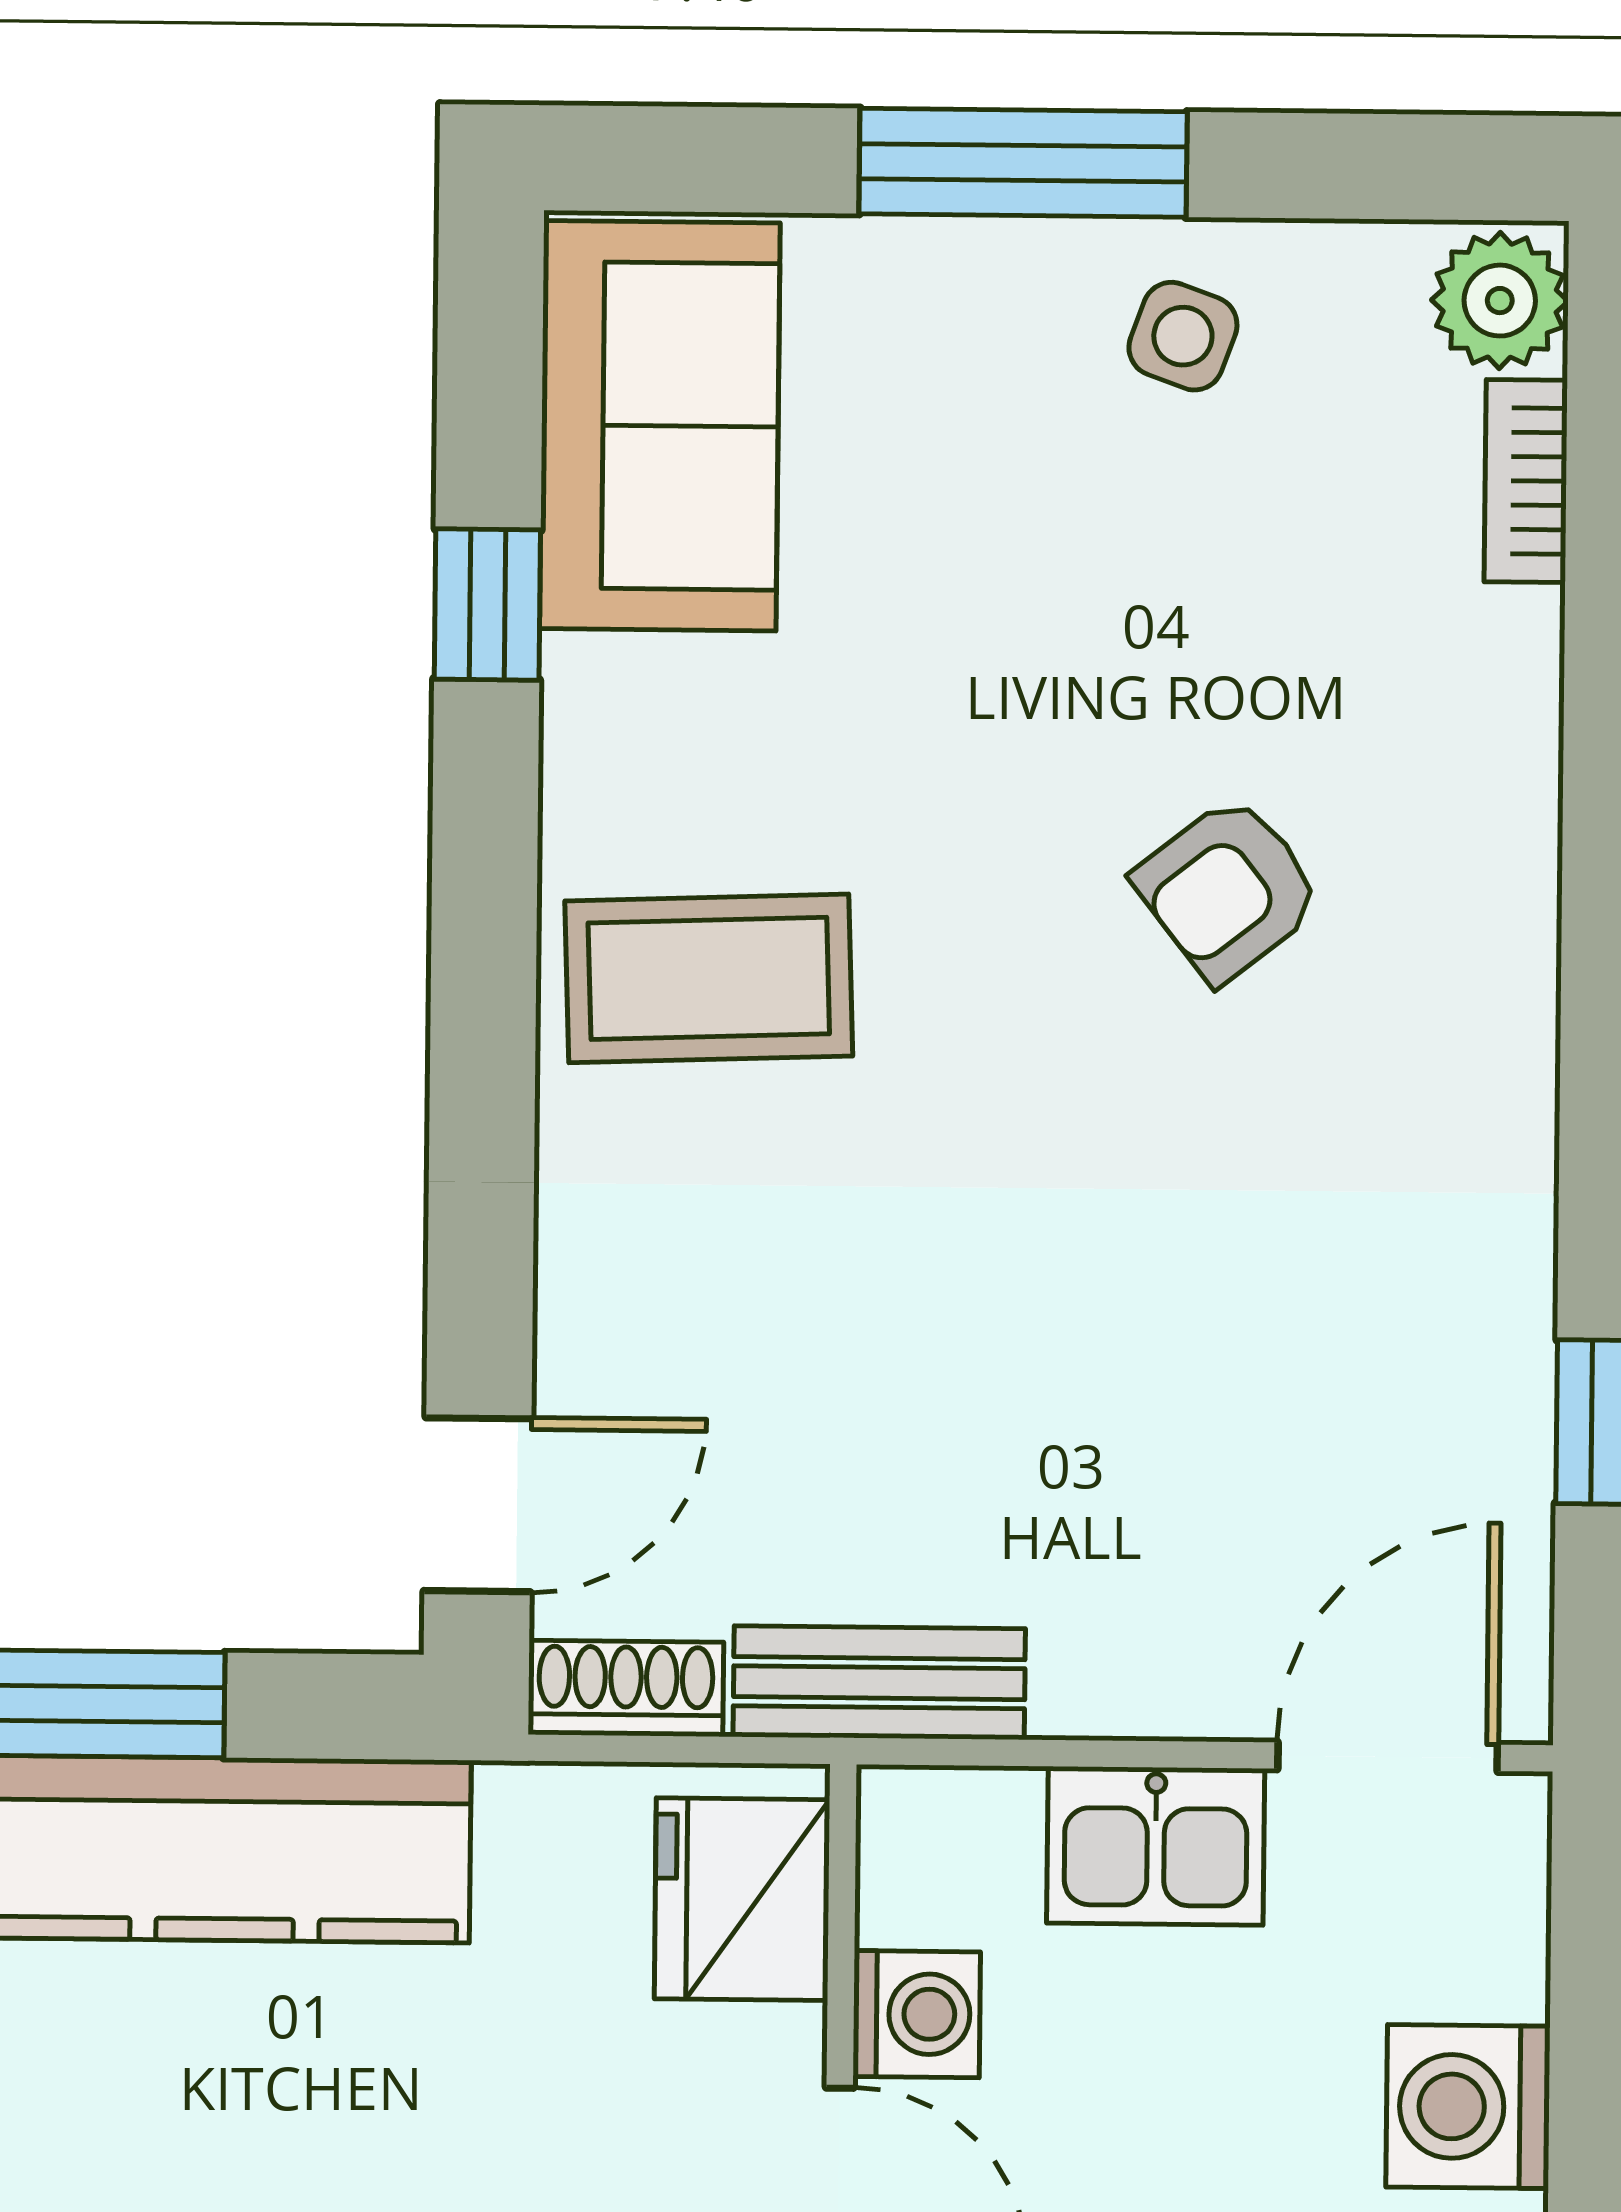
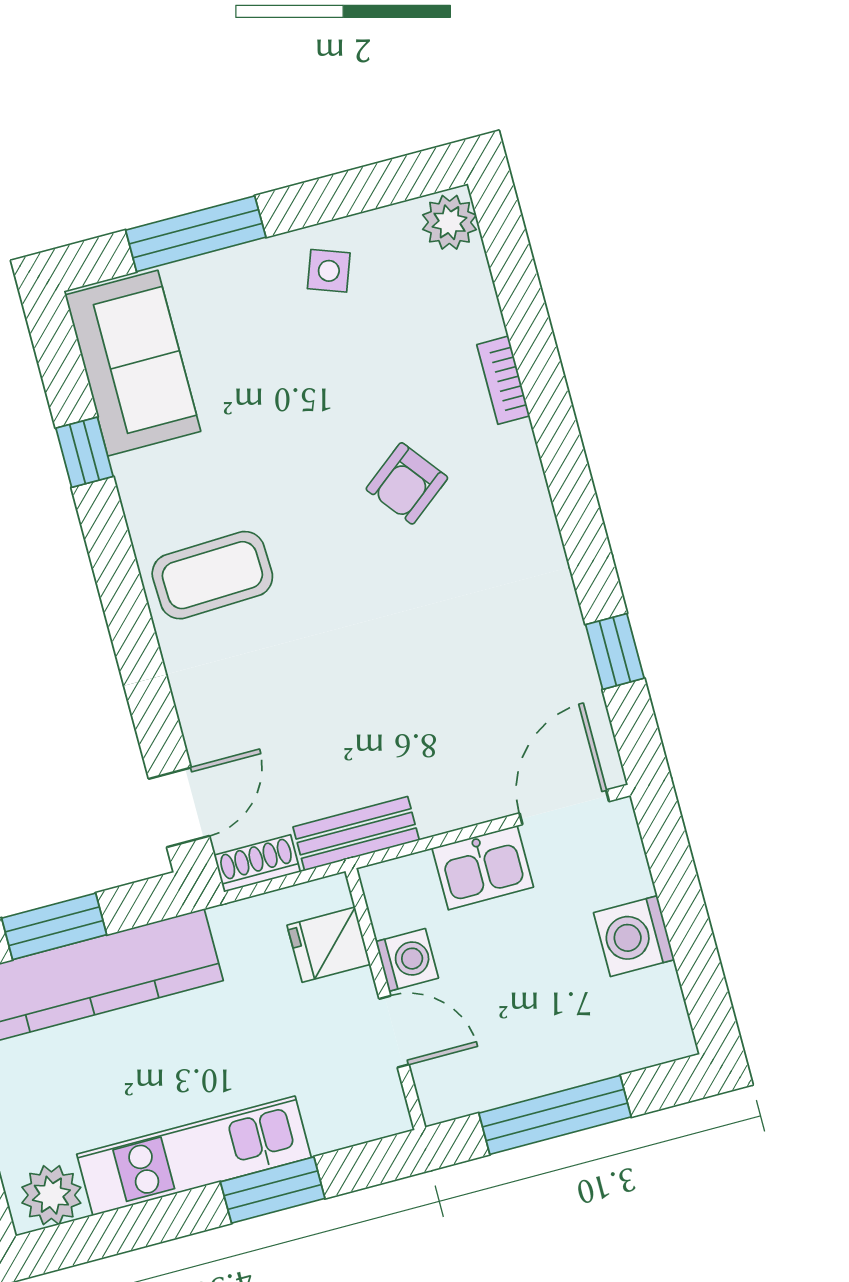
window: (1023, 163) -> (196, 234), moved
bookcase: (1526, 481) -> (503, 380), moved
fridge: (742, 1899) -> (329, 945), width x0.72

